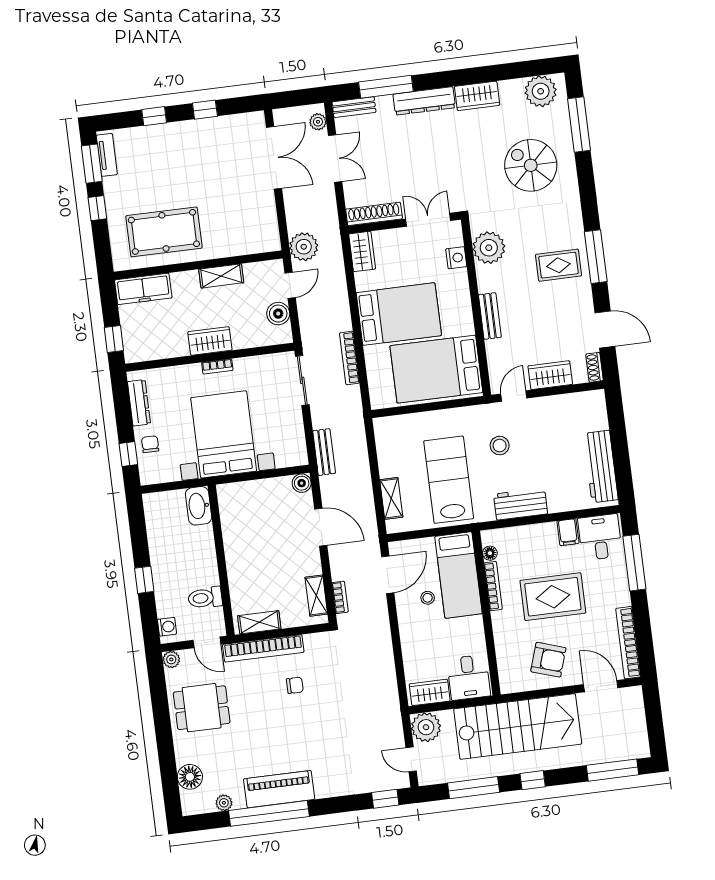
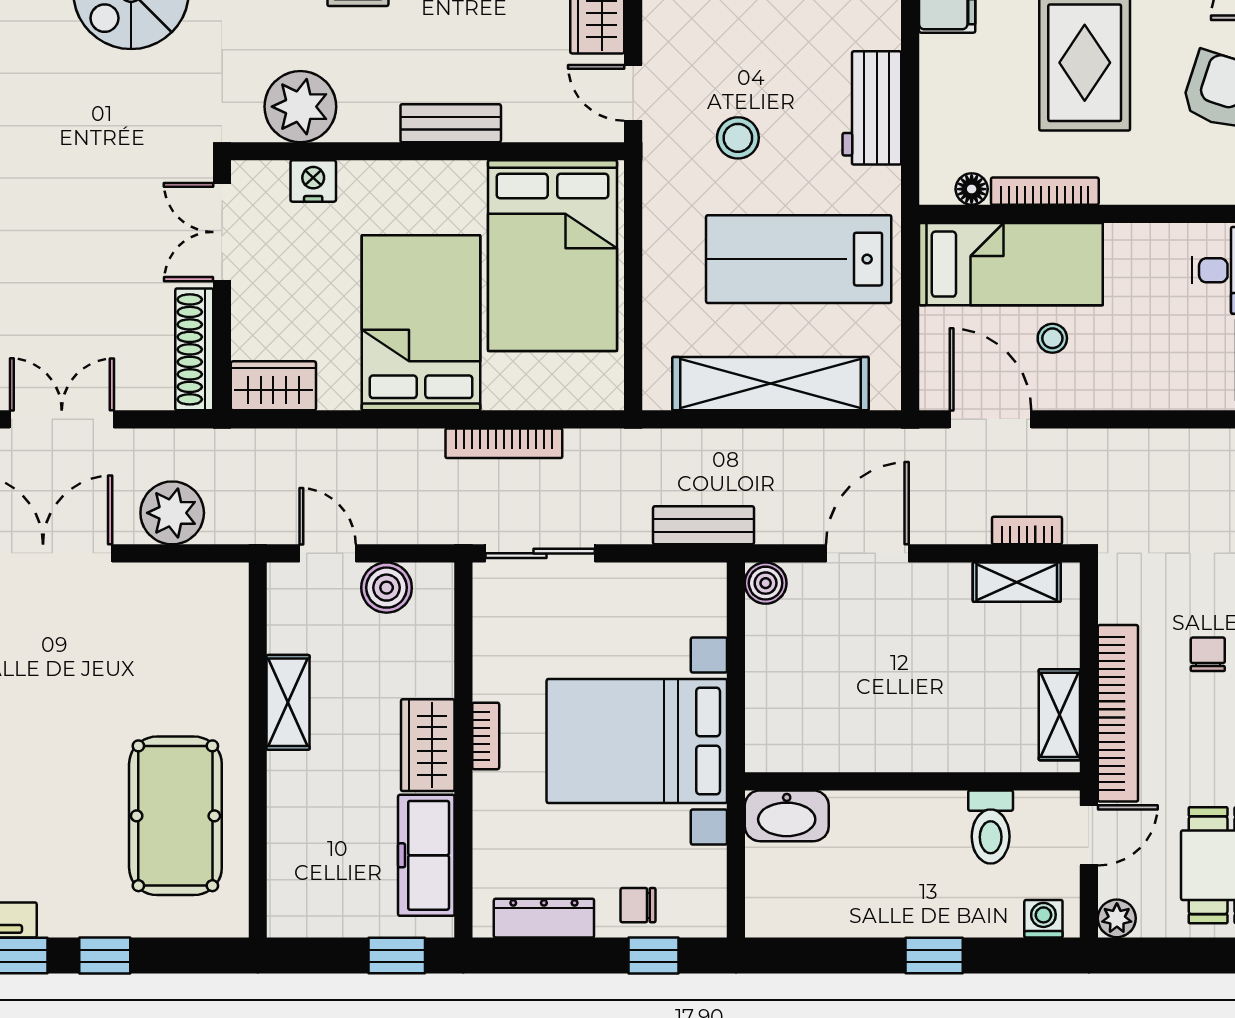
plant: (304, 247) -> (172, 513), moved
freezer: (143, 289) -> (426, 855), moved, turned 180
shelving: (391, 498) -> (770, 384), width x2.20, depth x1.33

